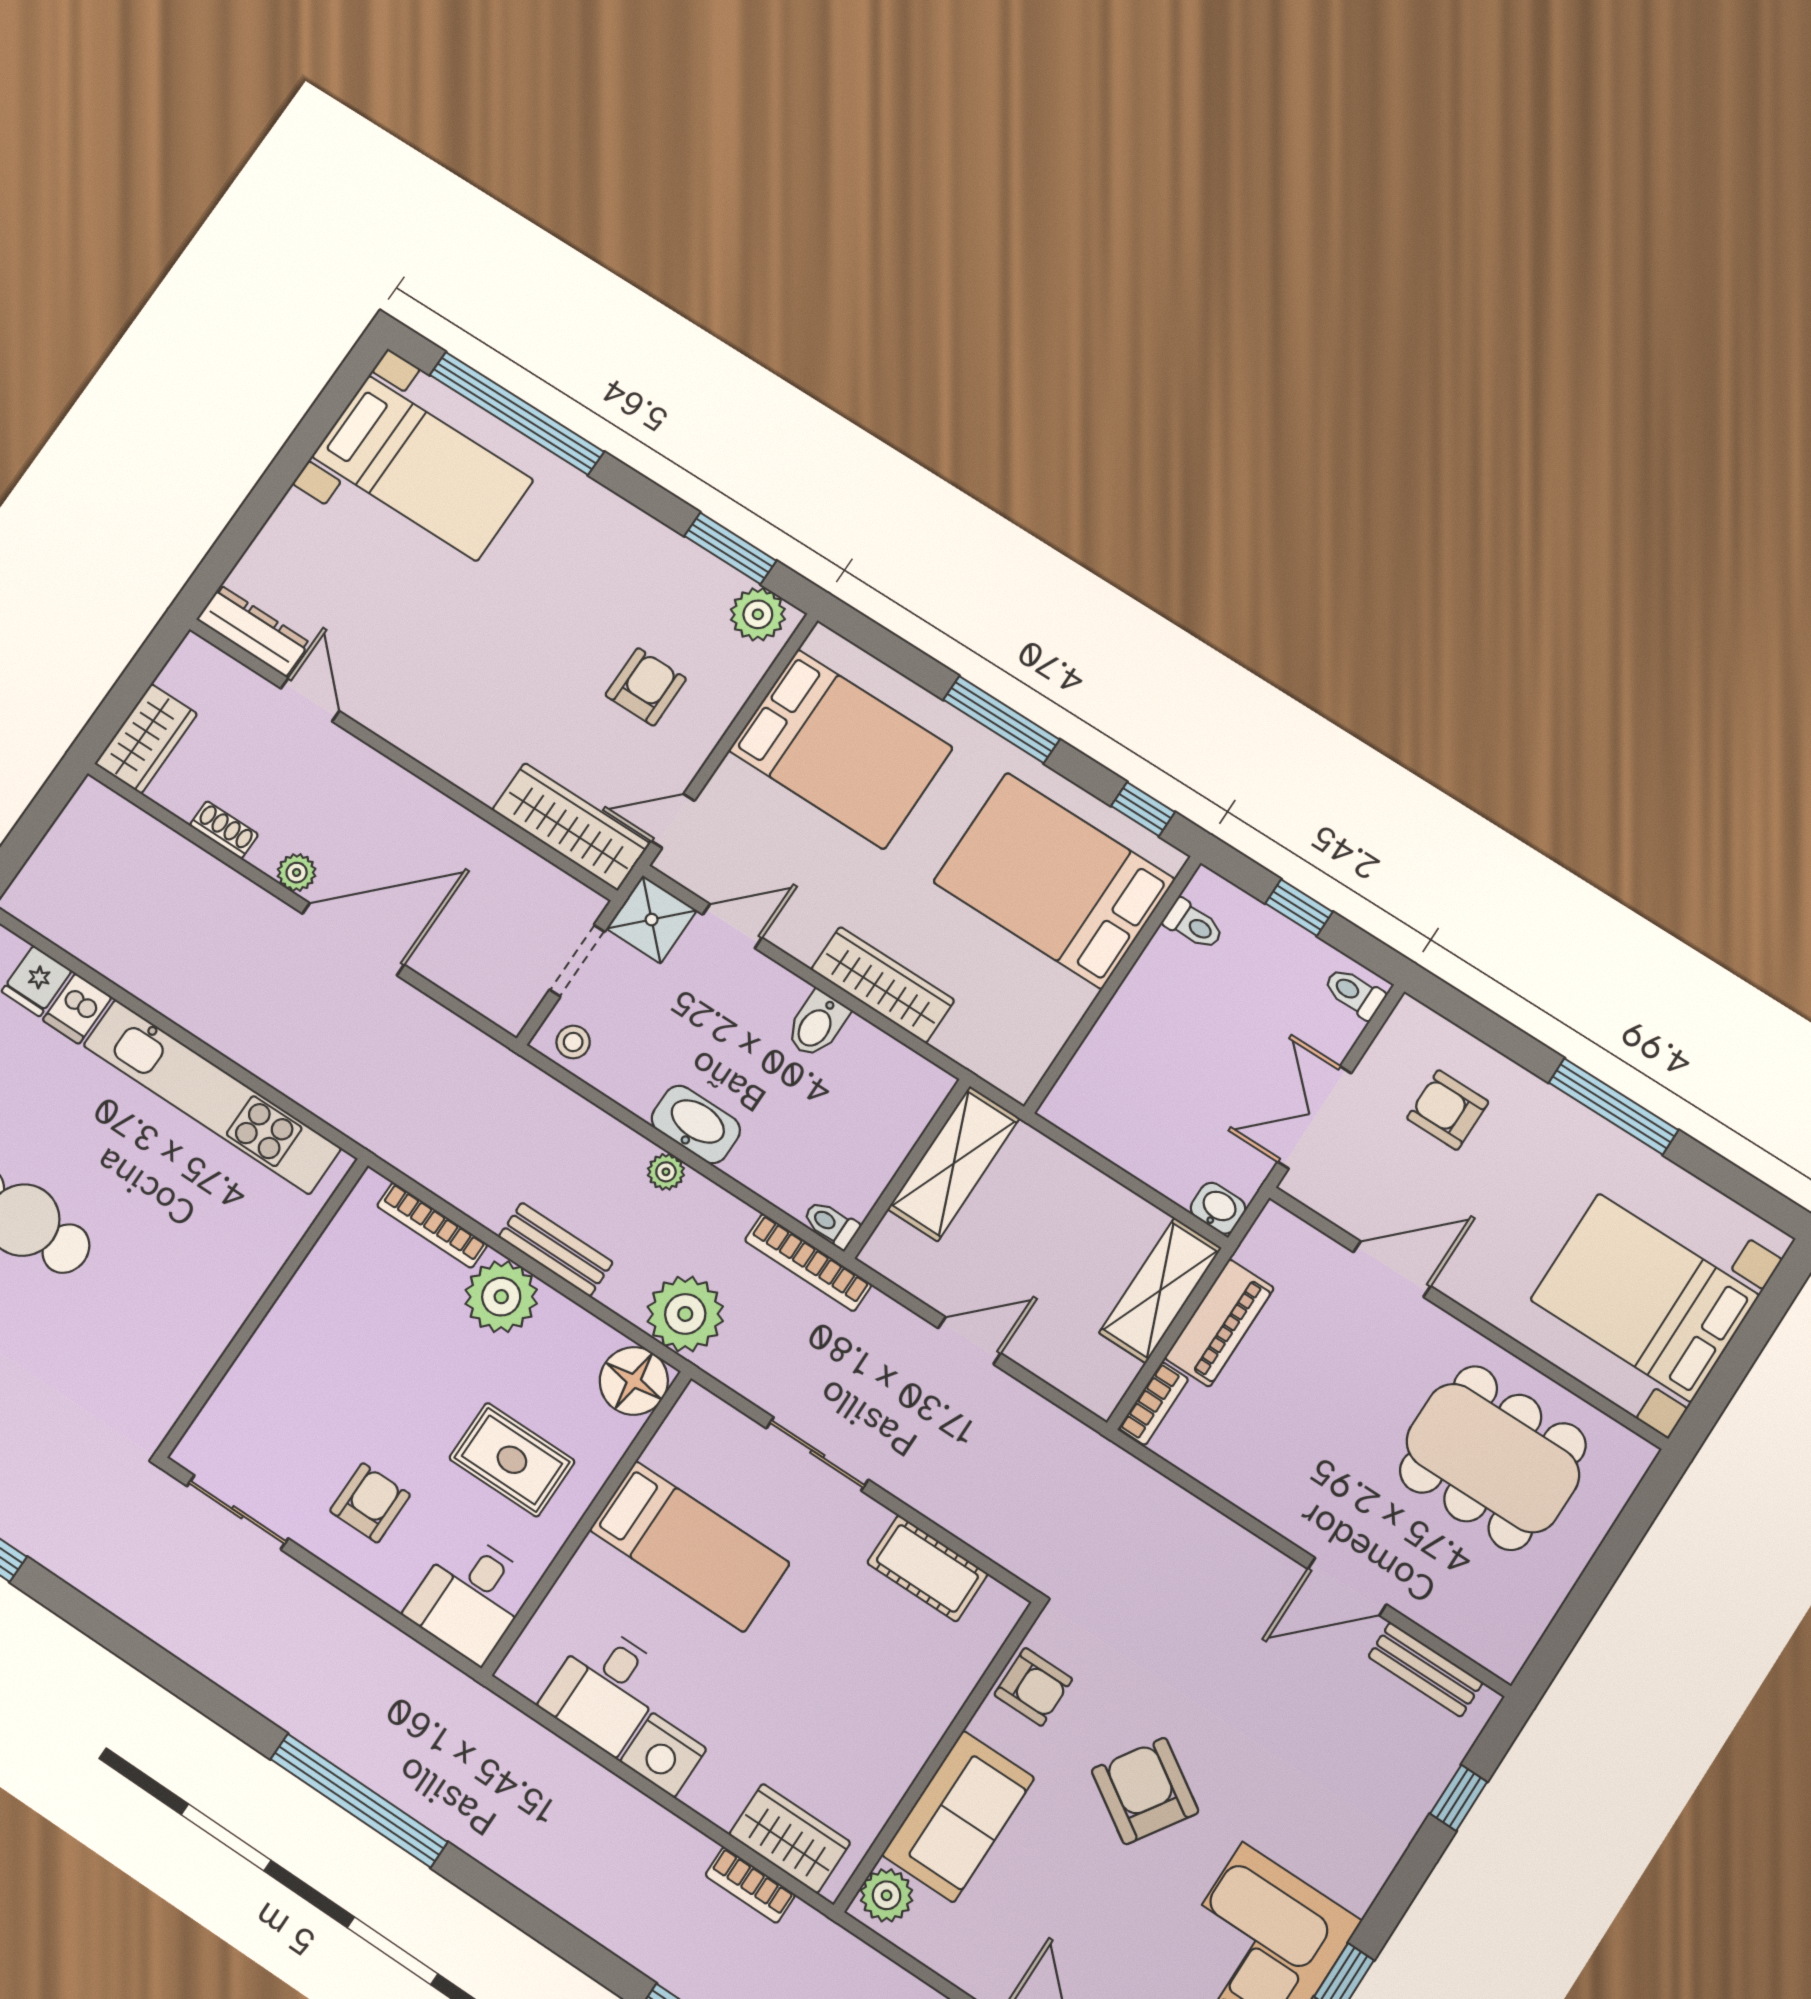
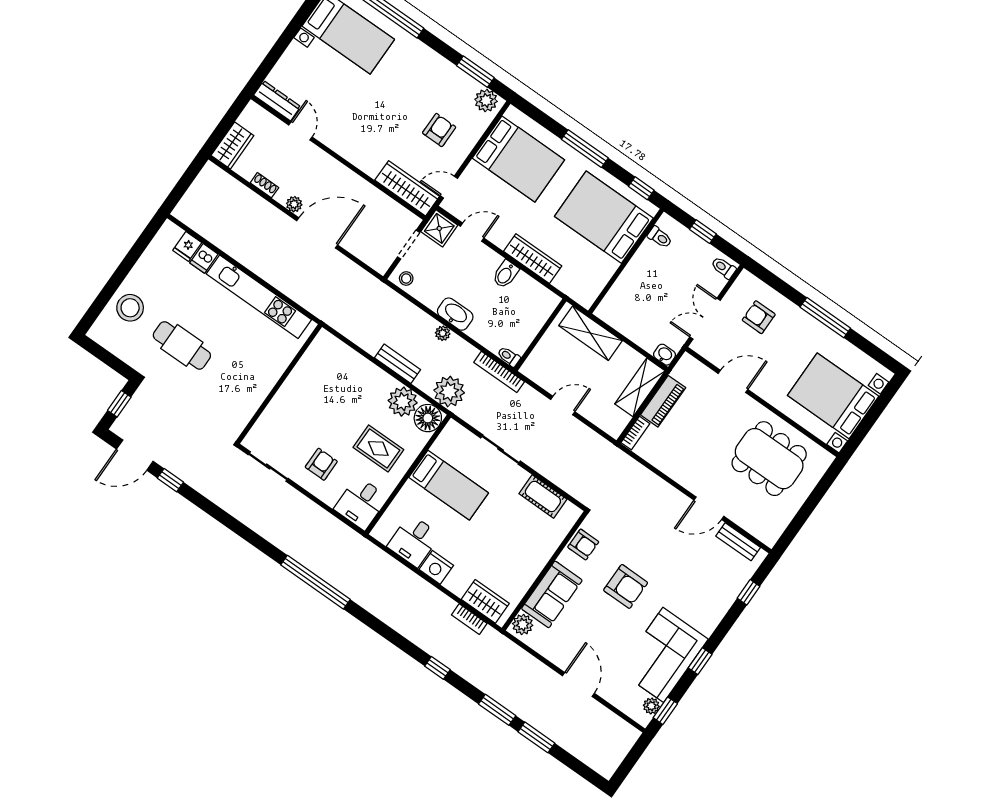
shelving: (954, 1164) -> (591, 333), moved, turned 90
bookcase: (432, 1225) -> (348, 352), removed
plant: (501, 1297) -> (403, 402), moved
armchair: (1145, 1791) -> (626, 586), turned 147

